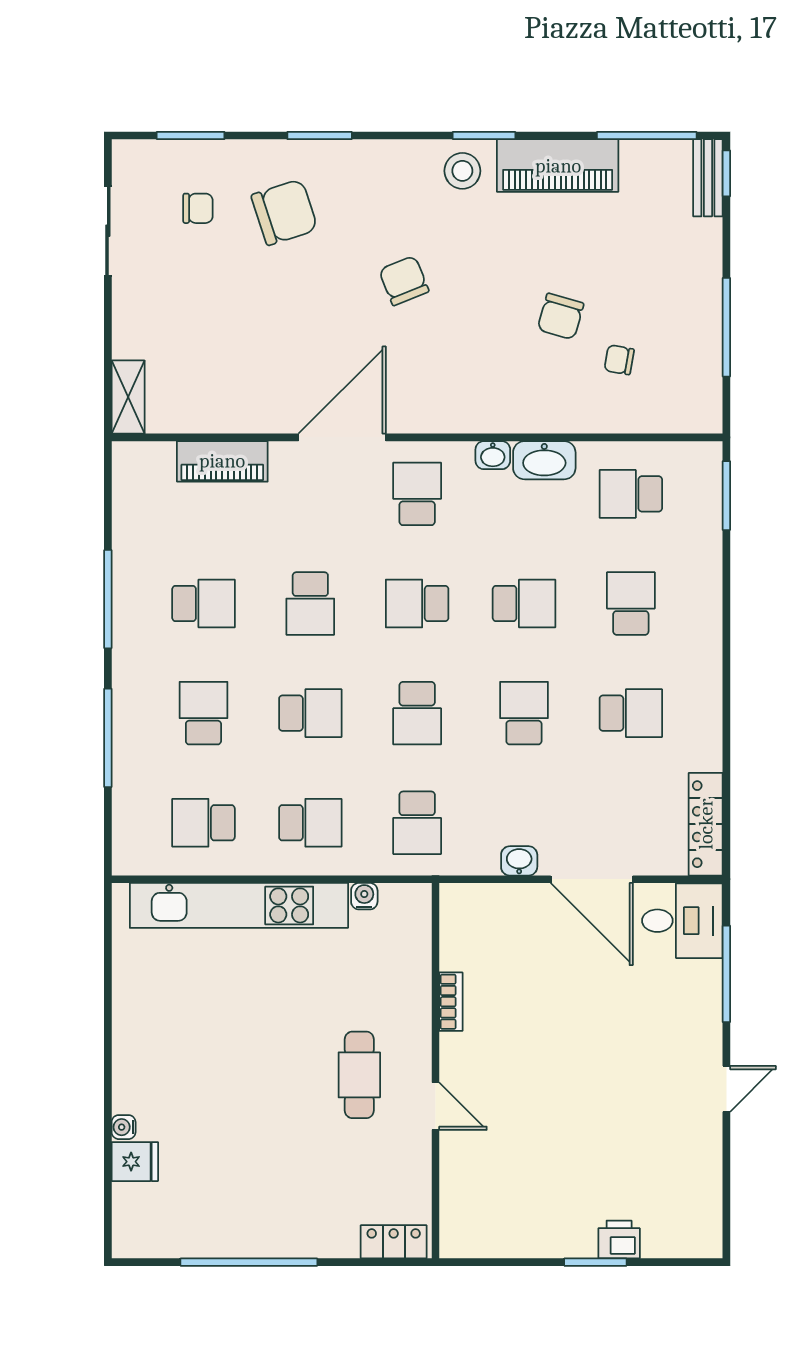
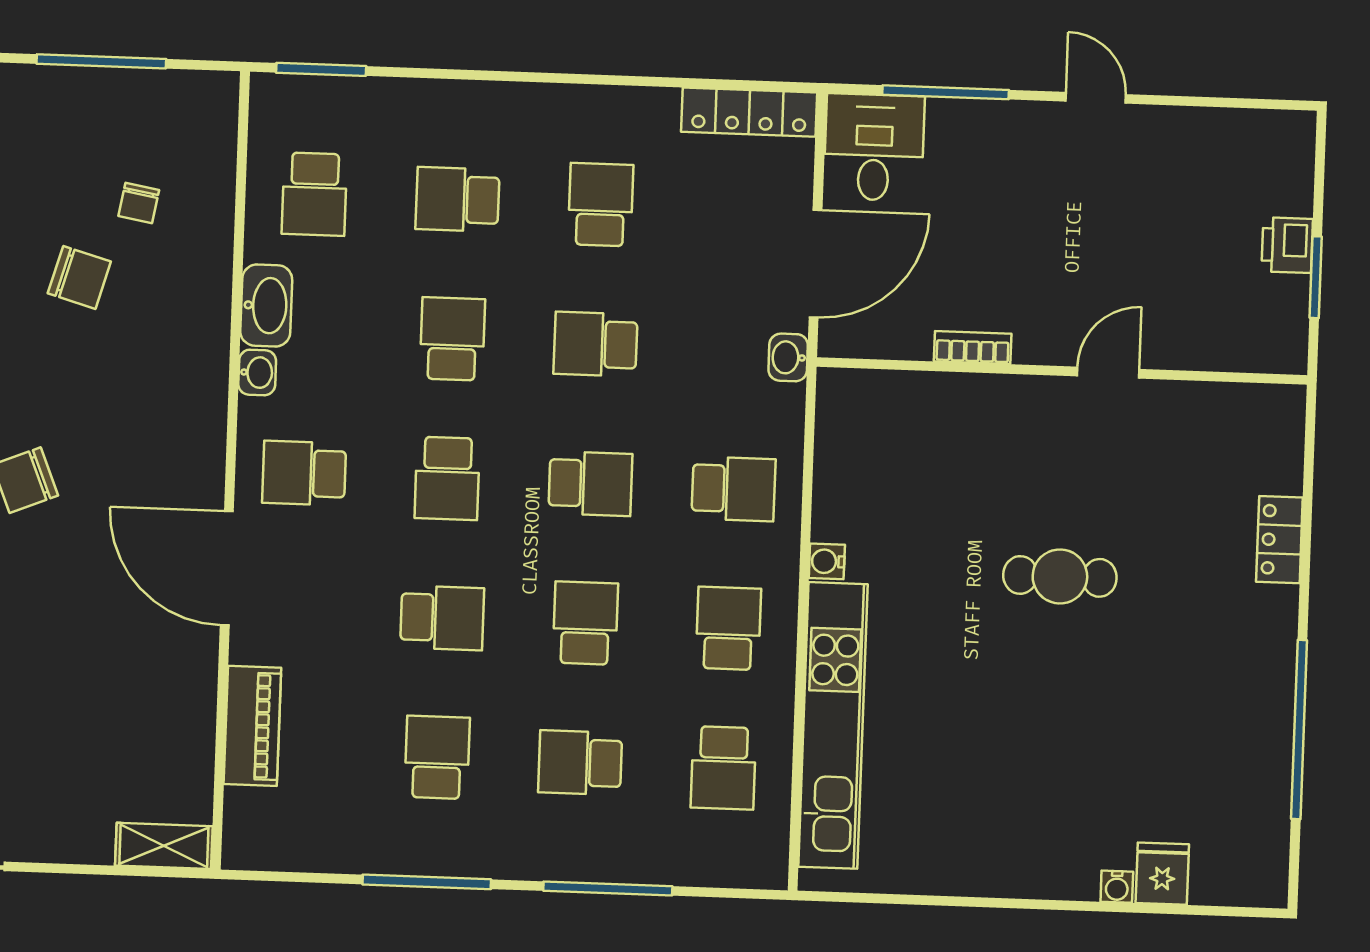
bookcase: (451, 1002) -> (973, 348), moved
wall: (436, 1071) -> (1062, 371), moved
door: (436, 1106) -> (1108, 373), moved

